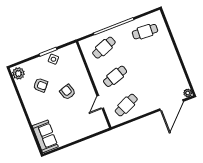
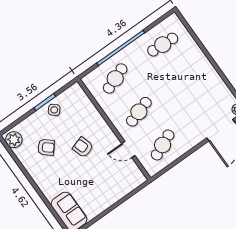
door: (100, 102) -> (128, 150), hinge flipped

